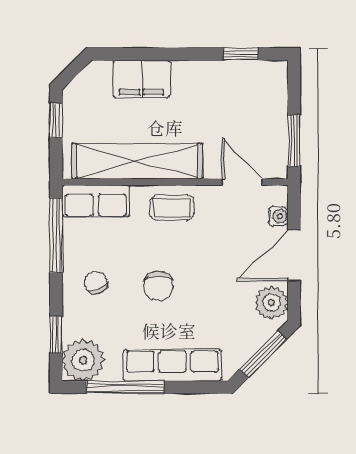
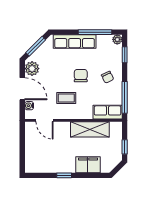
window: (241, 54) -> (64, 175), moved
window: (294, 141) -> (22, 138), removed
shelving: (137, 161) -> (90, 129), width x0.68
coffee table: (172, 208) -> (66, 98), moved
door: (294, 255) -> (22, 89), hinge flipped
plant: (83, 360) -> (117, 39), width x0.53, depth x0.53

